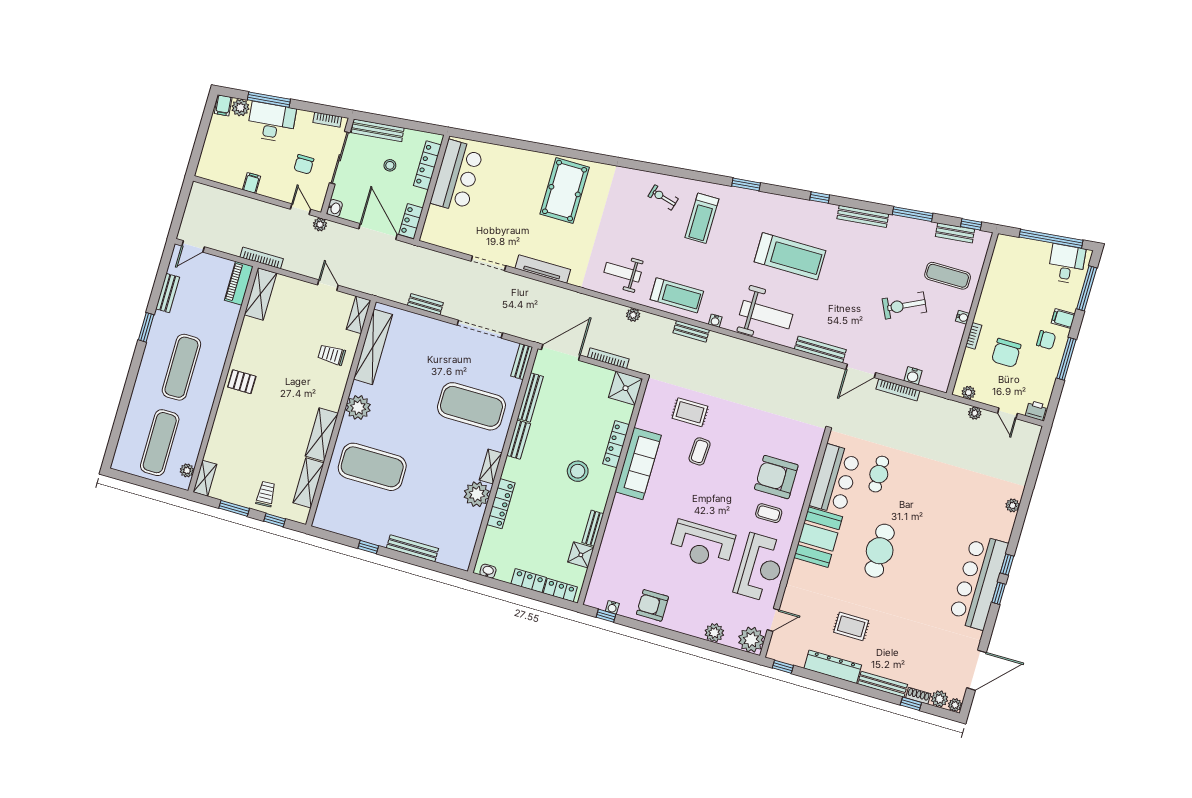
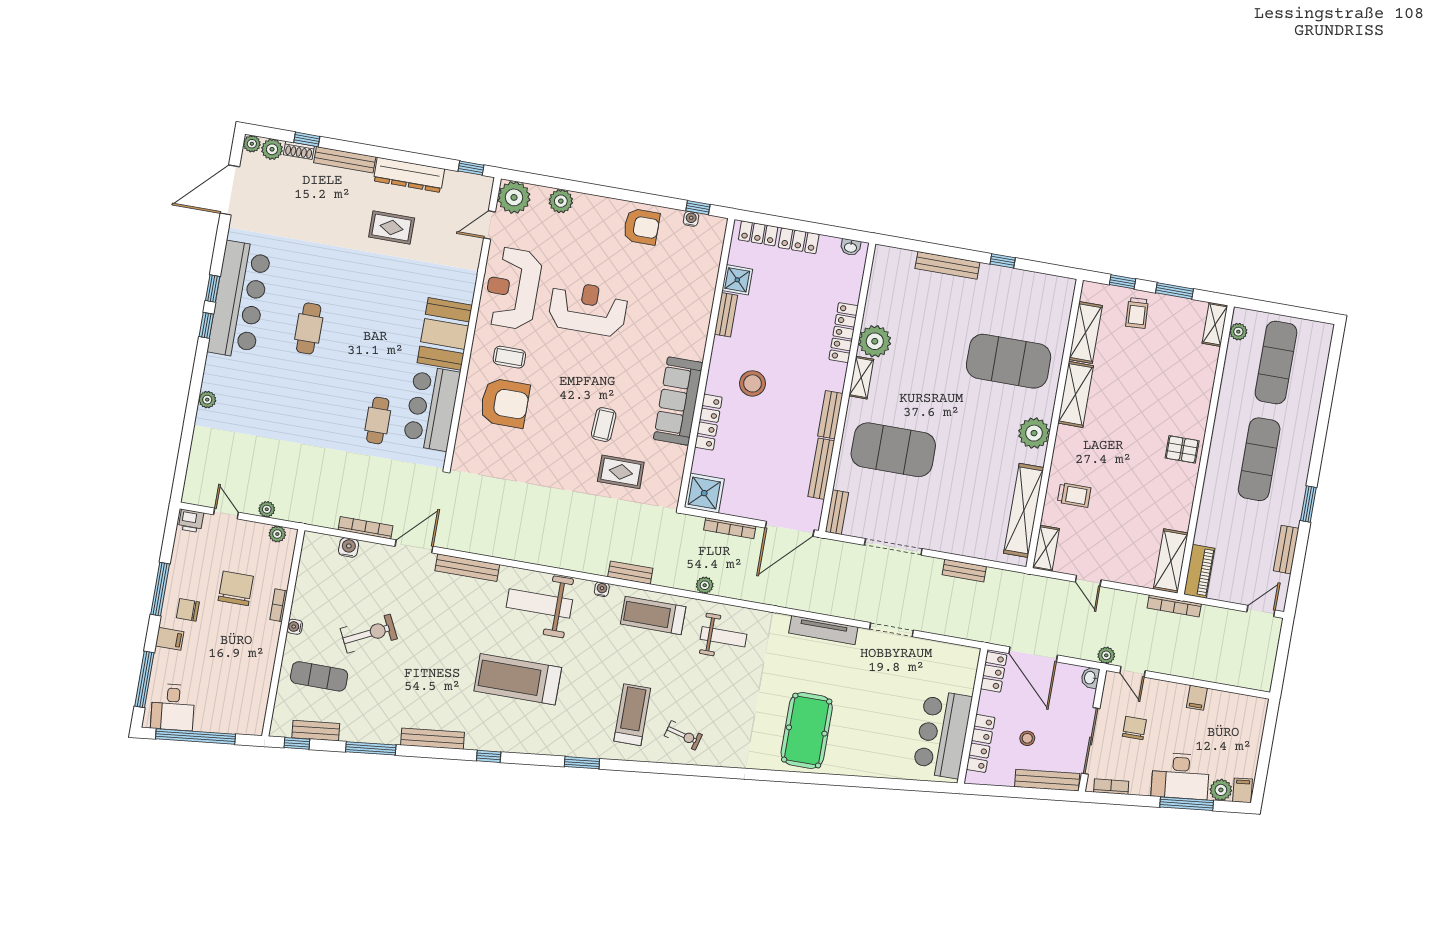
cafe table: (880, 551) -> (309, 328), moved, width x0.73, depth x0.74

